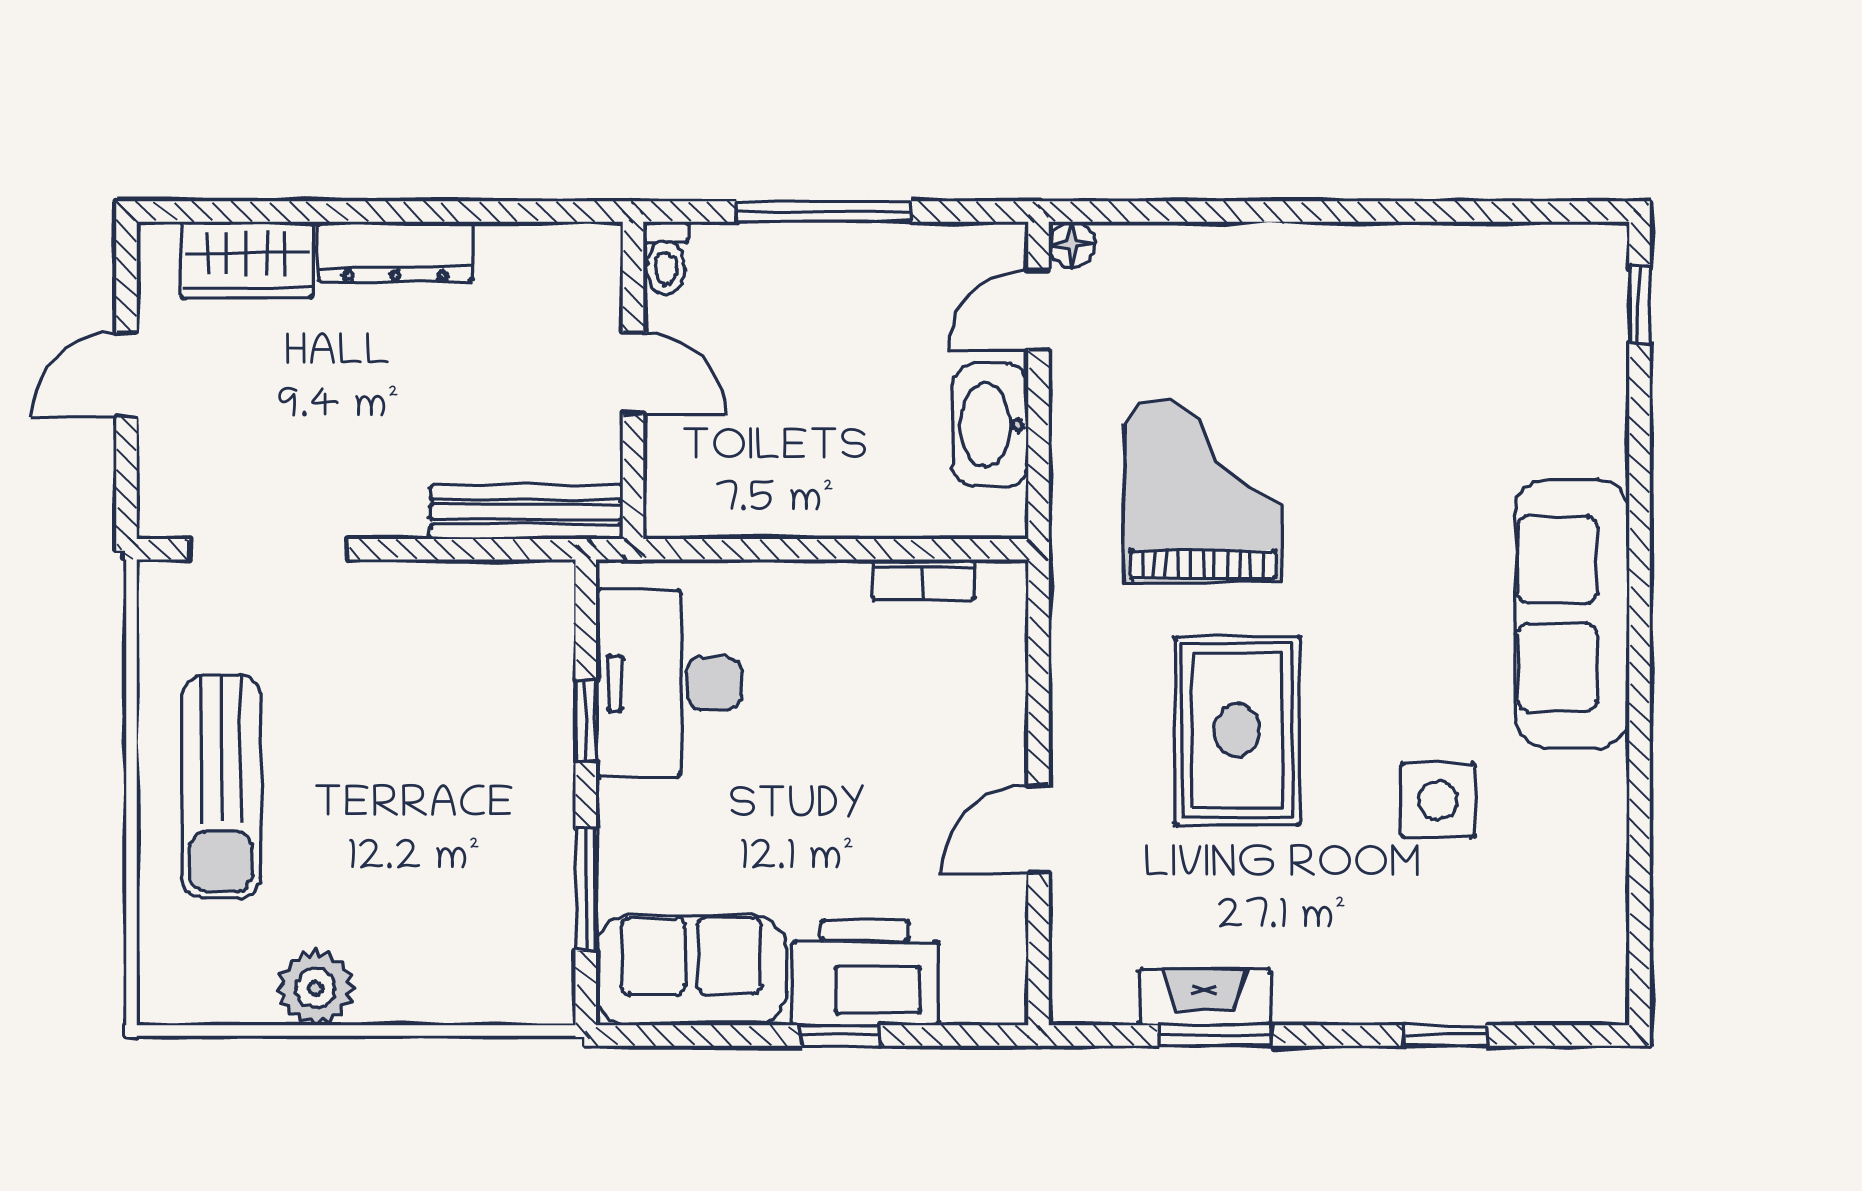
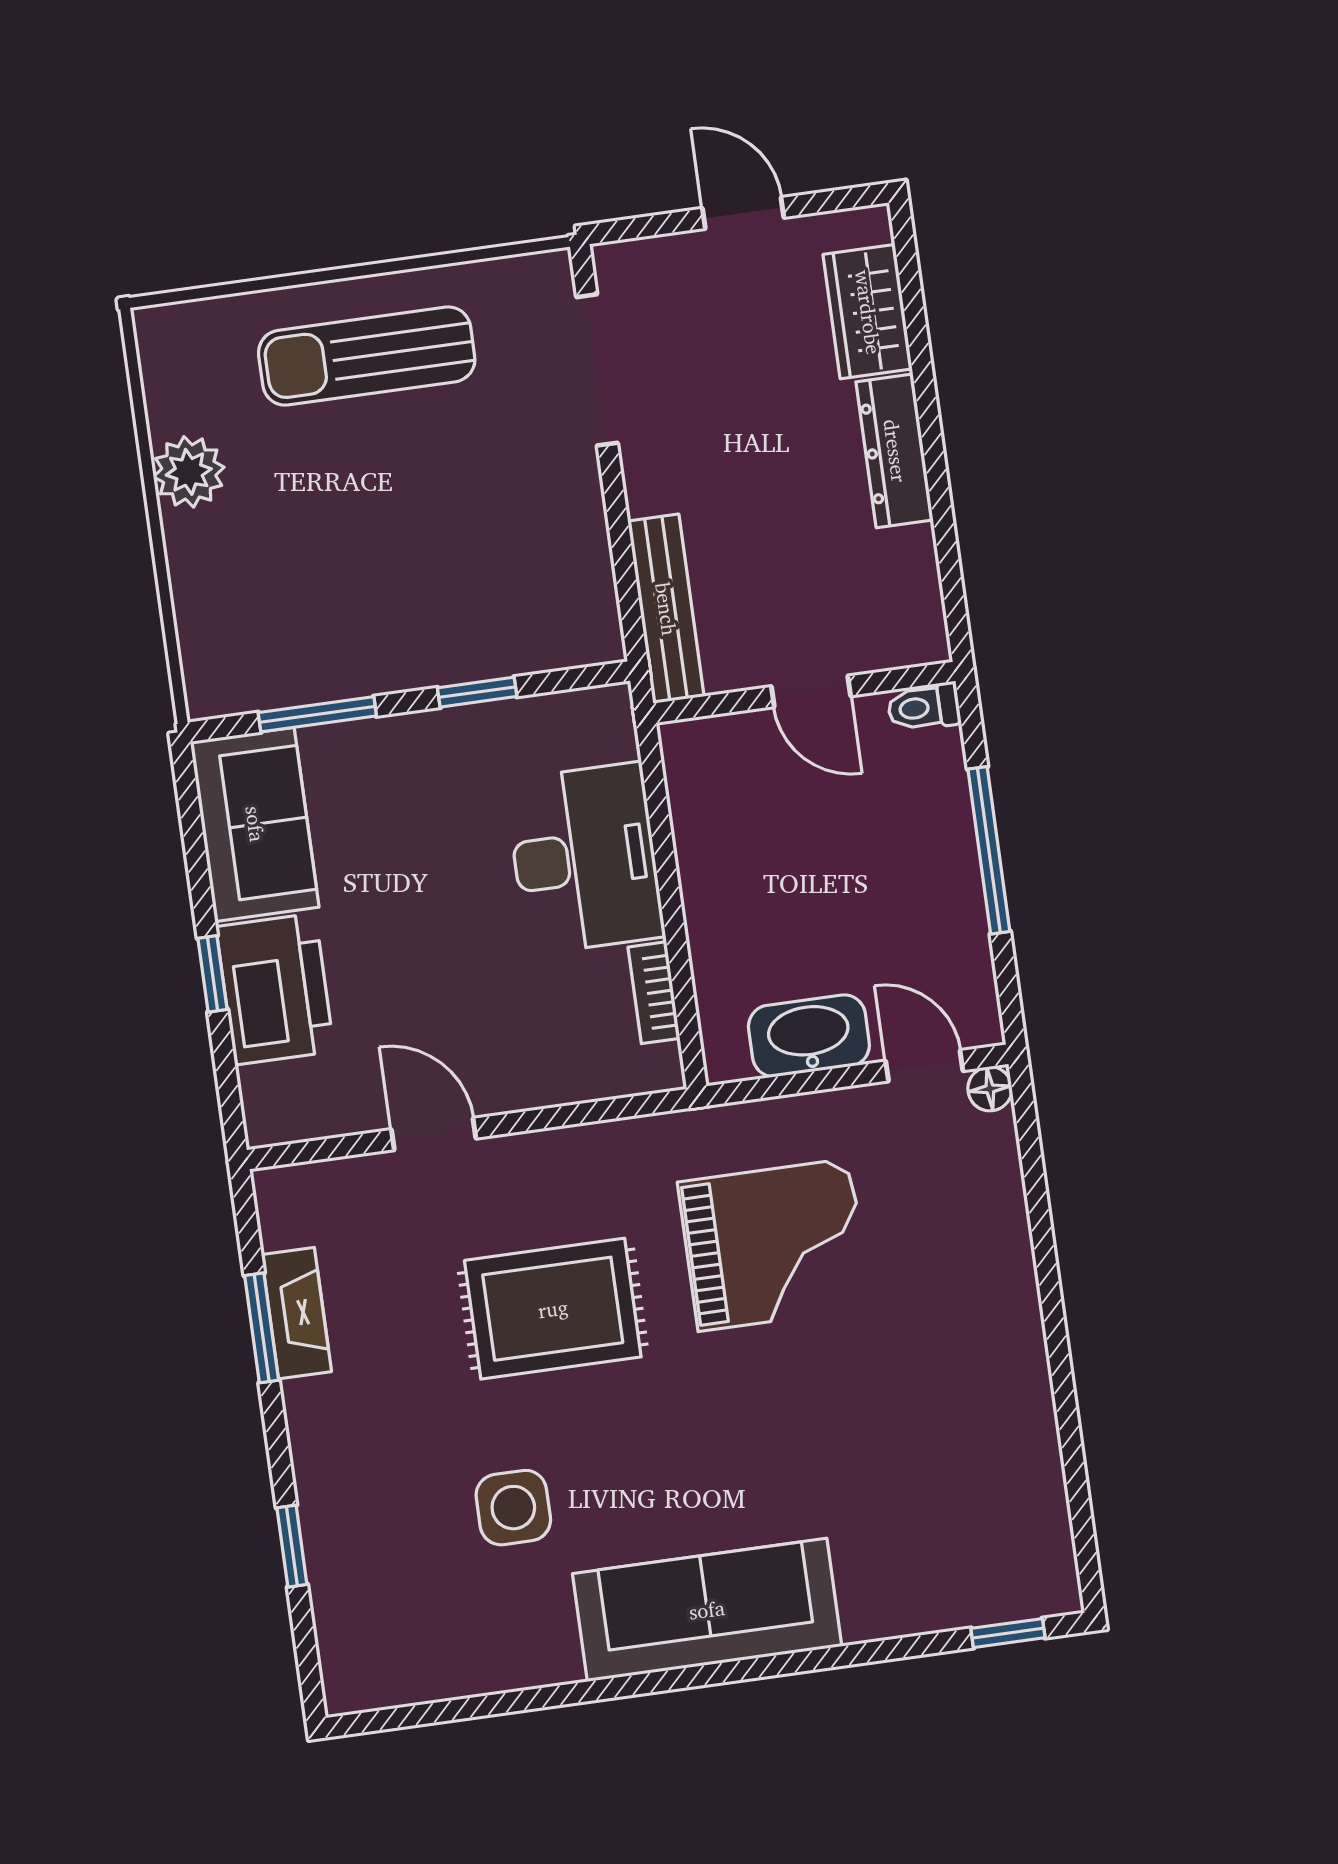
door: (633, 373) -> (811, 691), hinge flipped
desk: (669, 683) -> (585, 858), moved, turned 90

